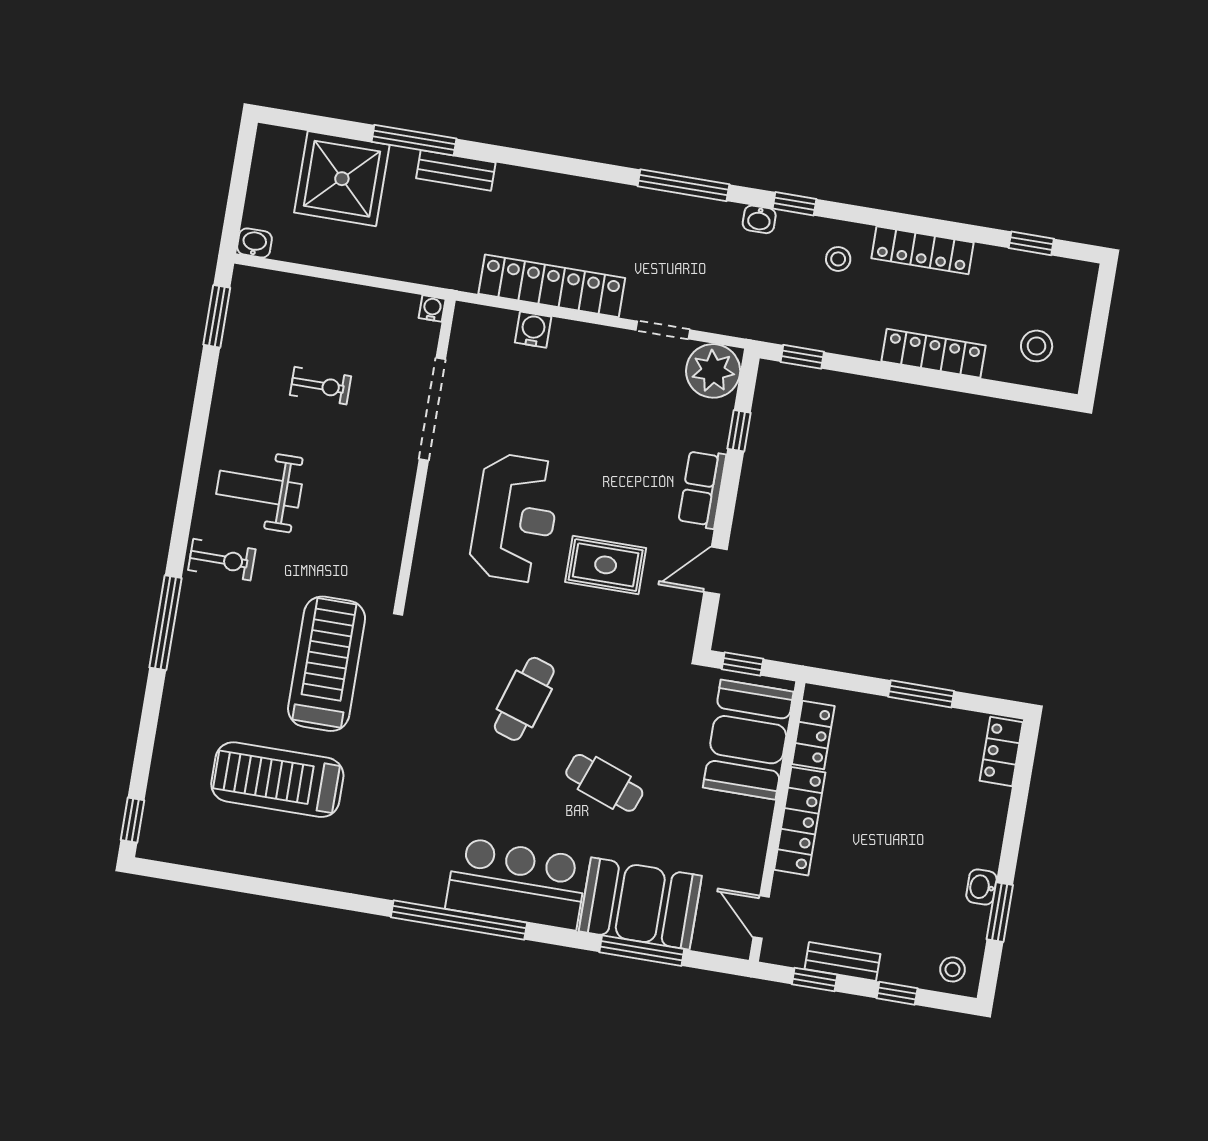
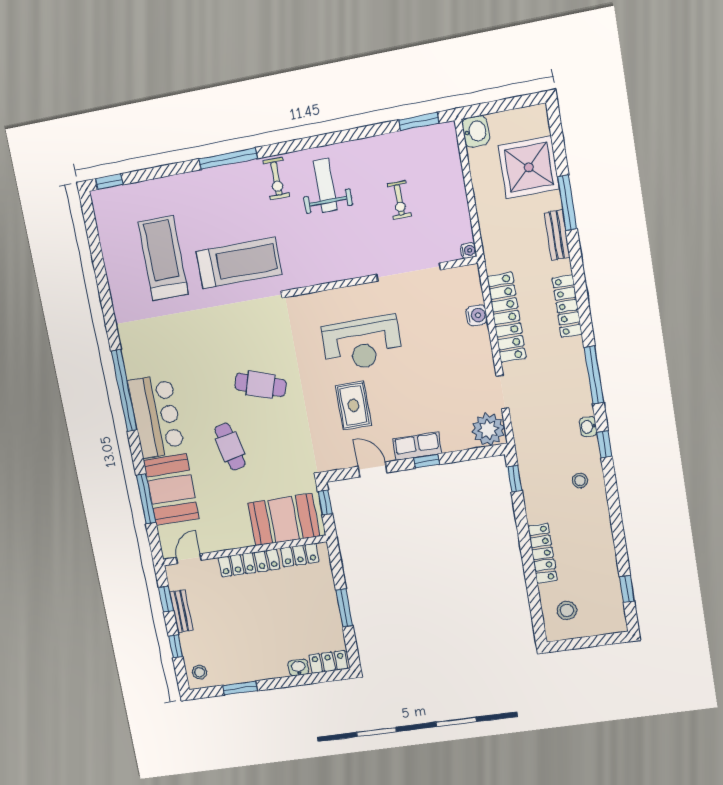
washbasin: (254, 243) -> (476, 131), width x1.38, depth x1.45
locker: (923, 250) -> (567, 306), moved
window: (739, 431) -> (427, 461), moved
cafe table: (604, 783) -> (230, 447), turned -32
washbasin: (981, 887) -> (298, 667), moved

